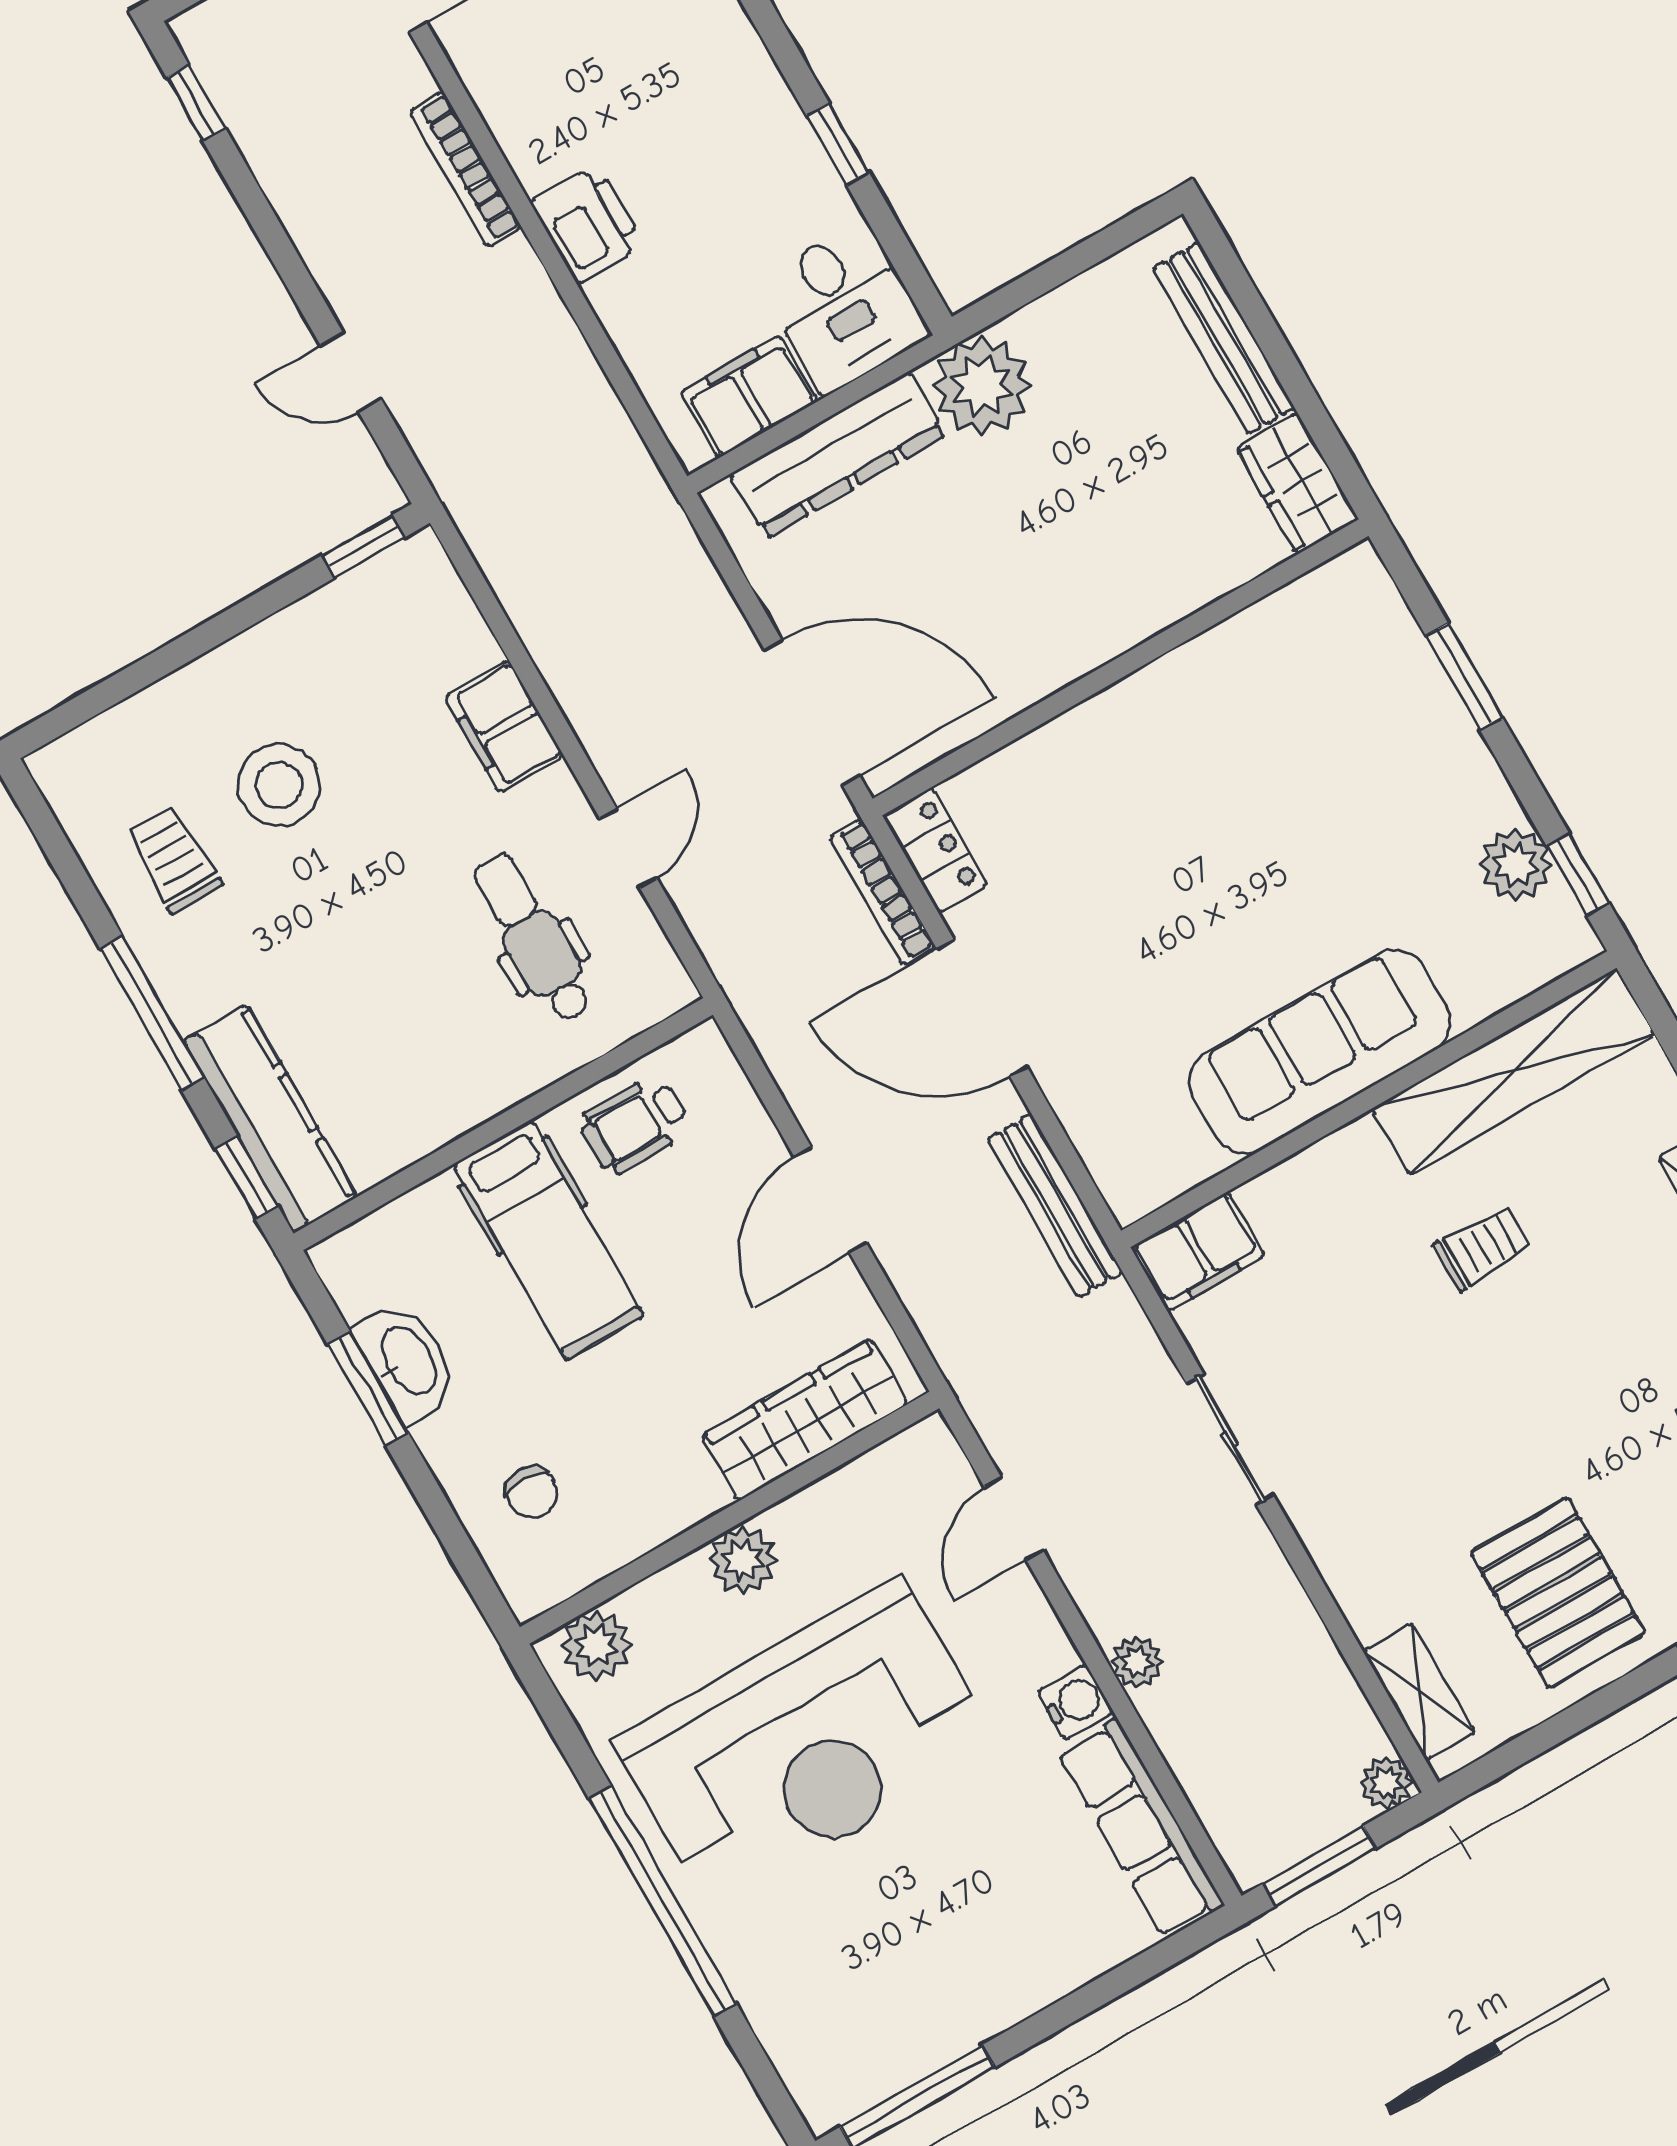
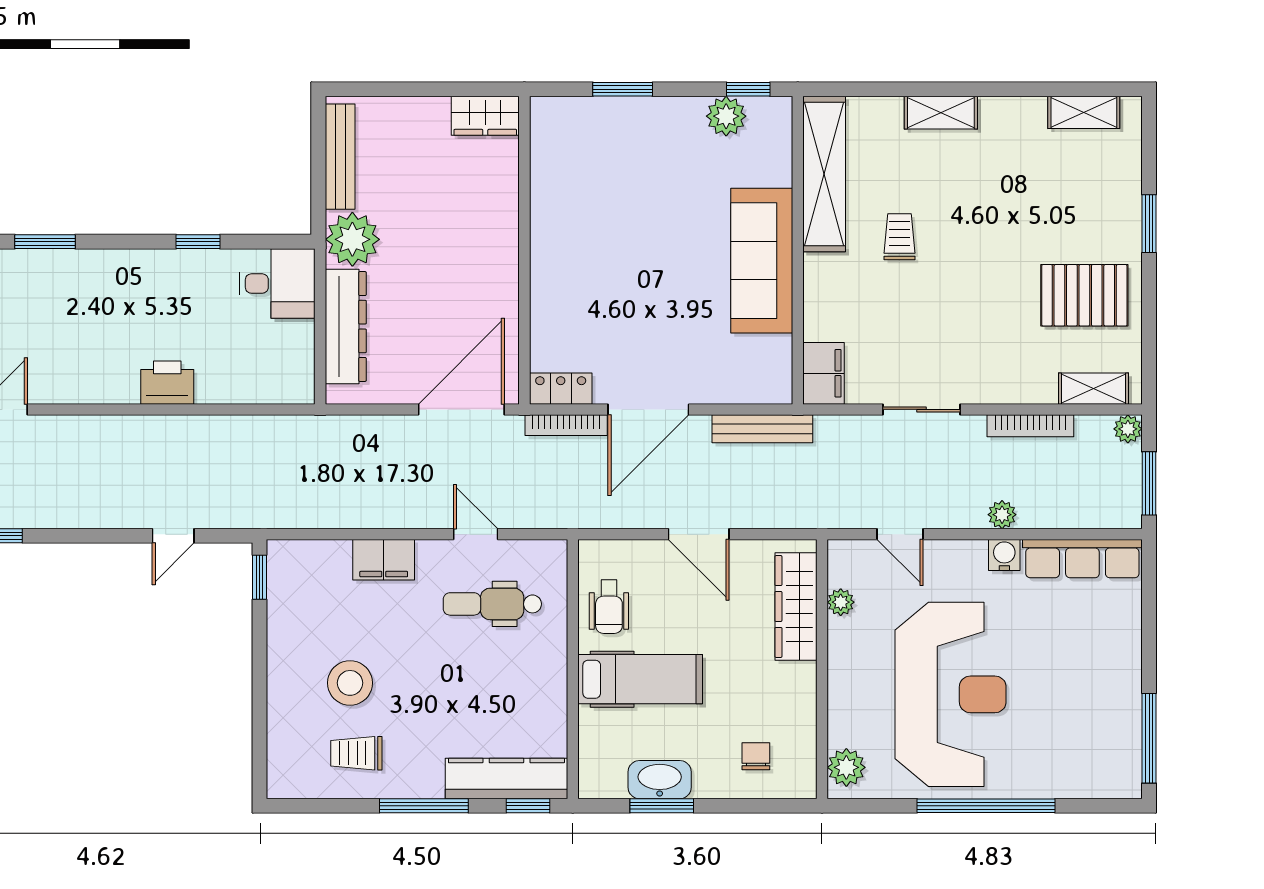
bookcase: (465, 169) -> (1030, 426), moved
bench: (1224, 338) -> (340, 157), moved, turned 90
filing cabinet: (749, 397) -> (294, 353), removed
chair: (532, 1493) -> (756, 756), turned -90
plant: (743, 1560) -> (841, 602), moved, width x0.73, depth x0.73

